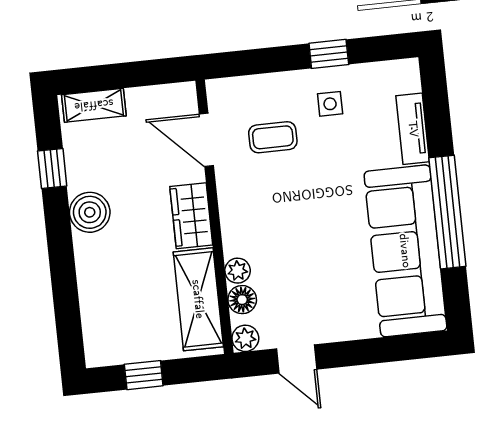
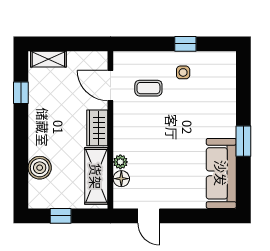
tv unit: (413, 129) -> (229, 92), removed
boiler: (90, 212) -> (40, 168), moved
window: (447, 212) -> (243, 141), width x0.47
sofa: (405, 251) -> (221, 173), width x0.74, depth x0.79
plant: (245, 338) -> (121, 201), removed

